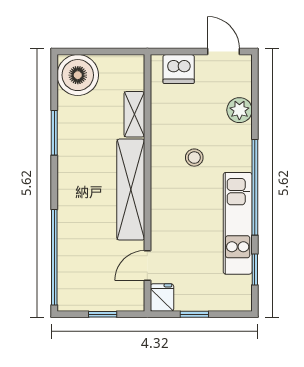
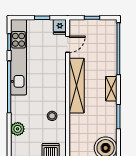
shelving: (134, 114) -> (111, 89), moved
stool: (194, 158) -> (52, 116), moved
kitchen unit: (238, 223) -> (19, 57), width x1.36

